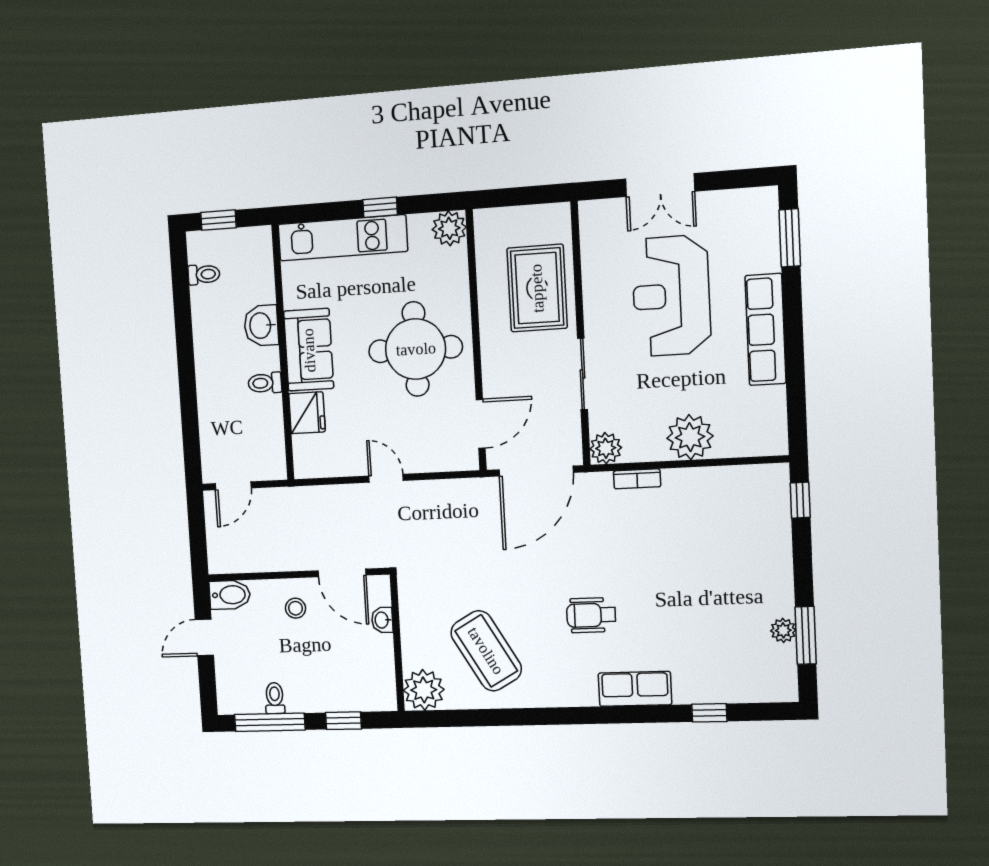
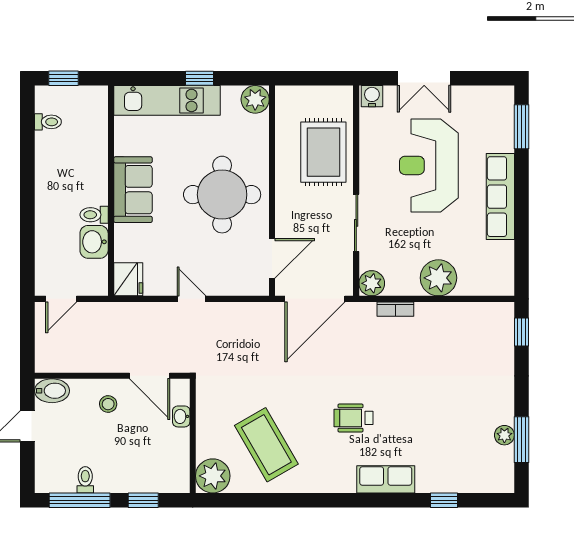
water cooler: (595, 213) -> (372, 96), added
washbasin: (261, 326) -> (94, 242), moved
fridge: (307, 413) -> (128, 279), moved

